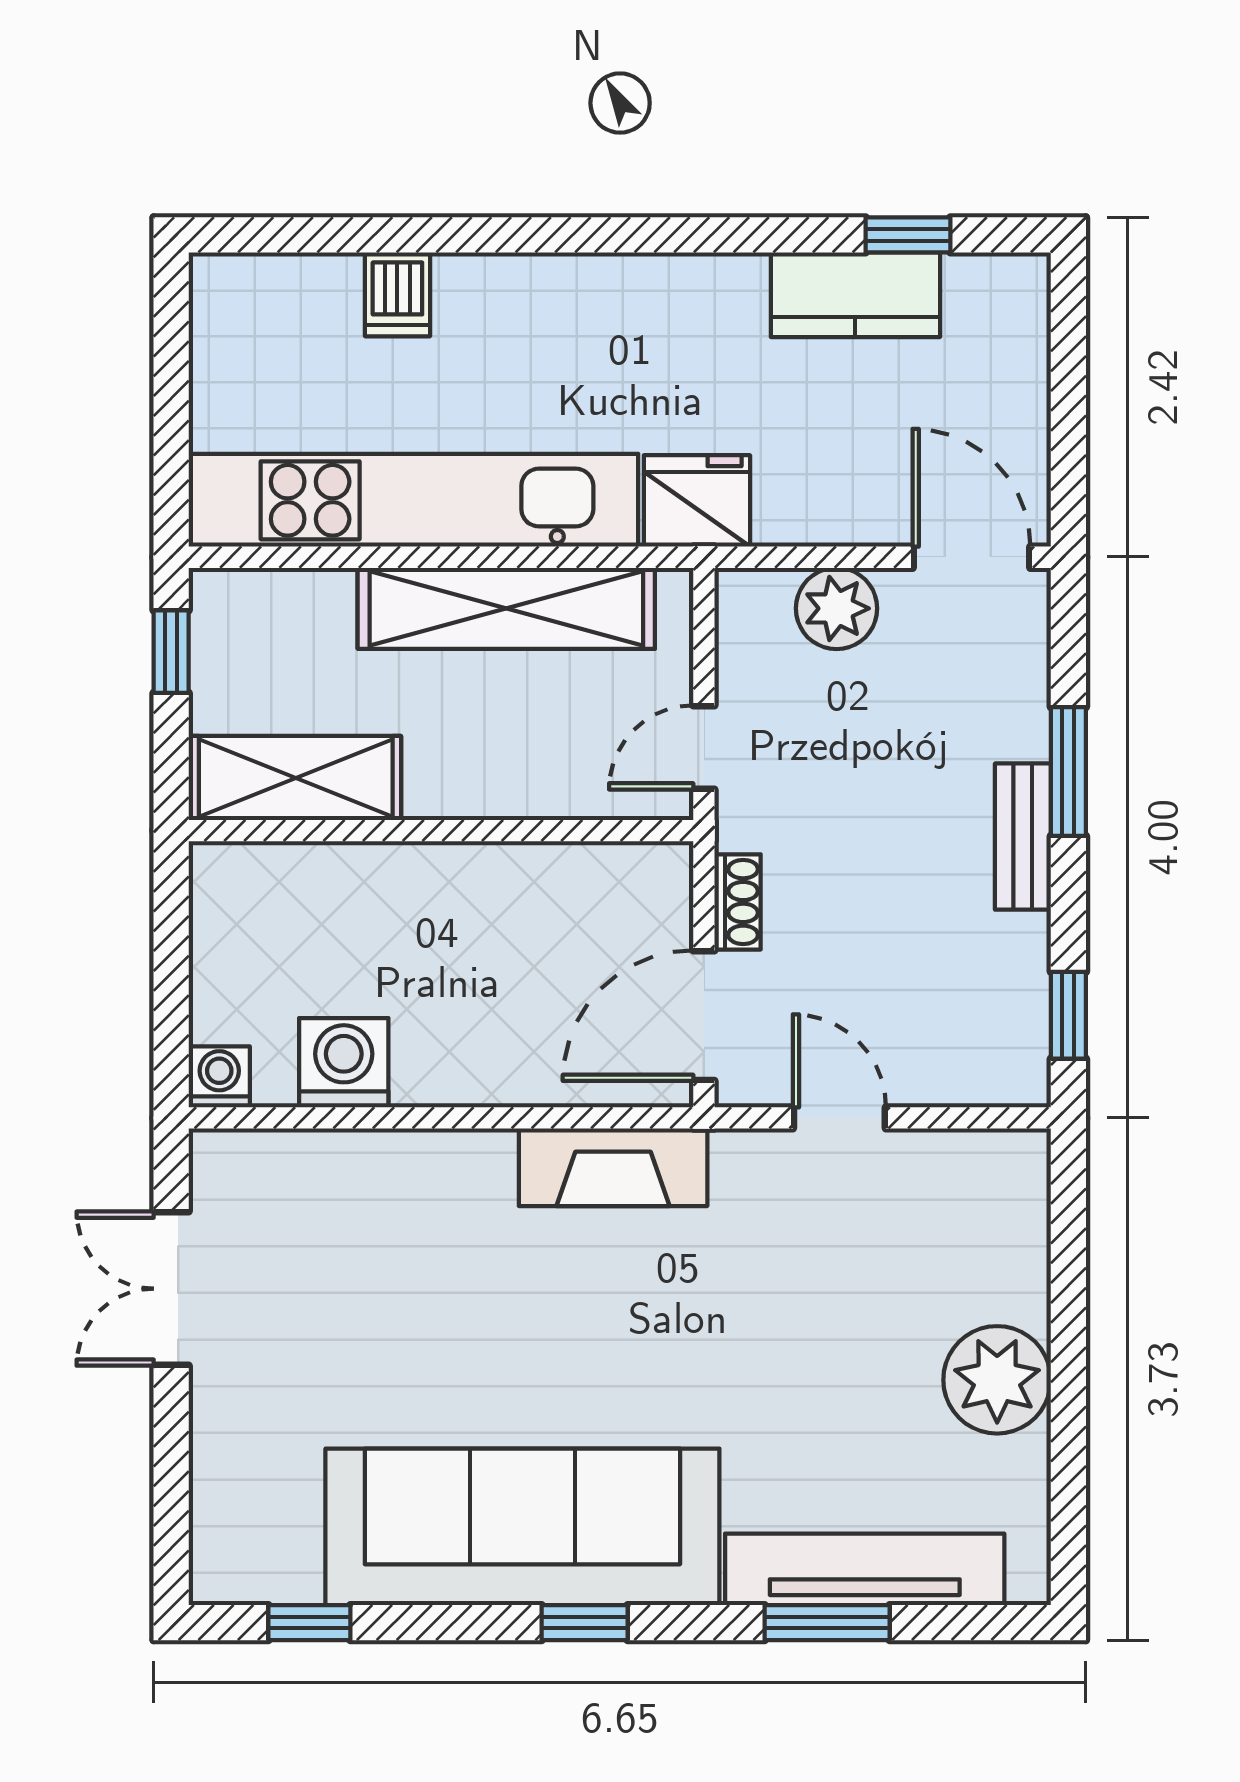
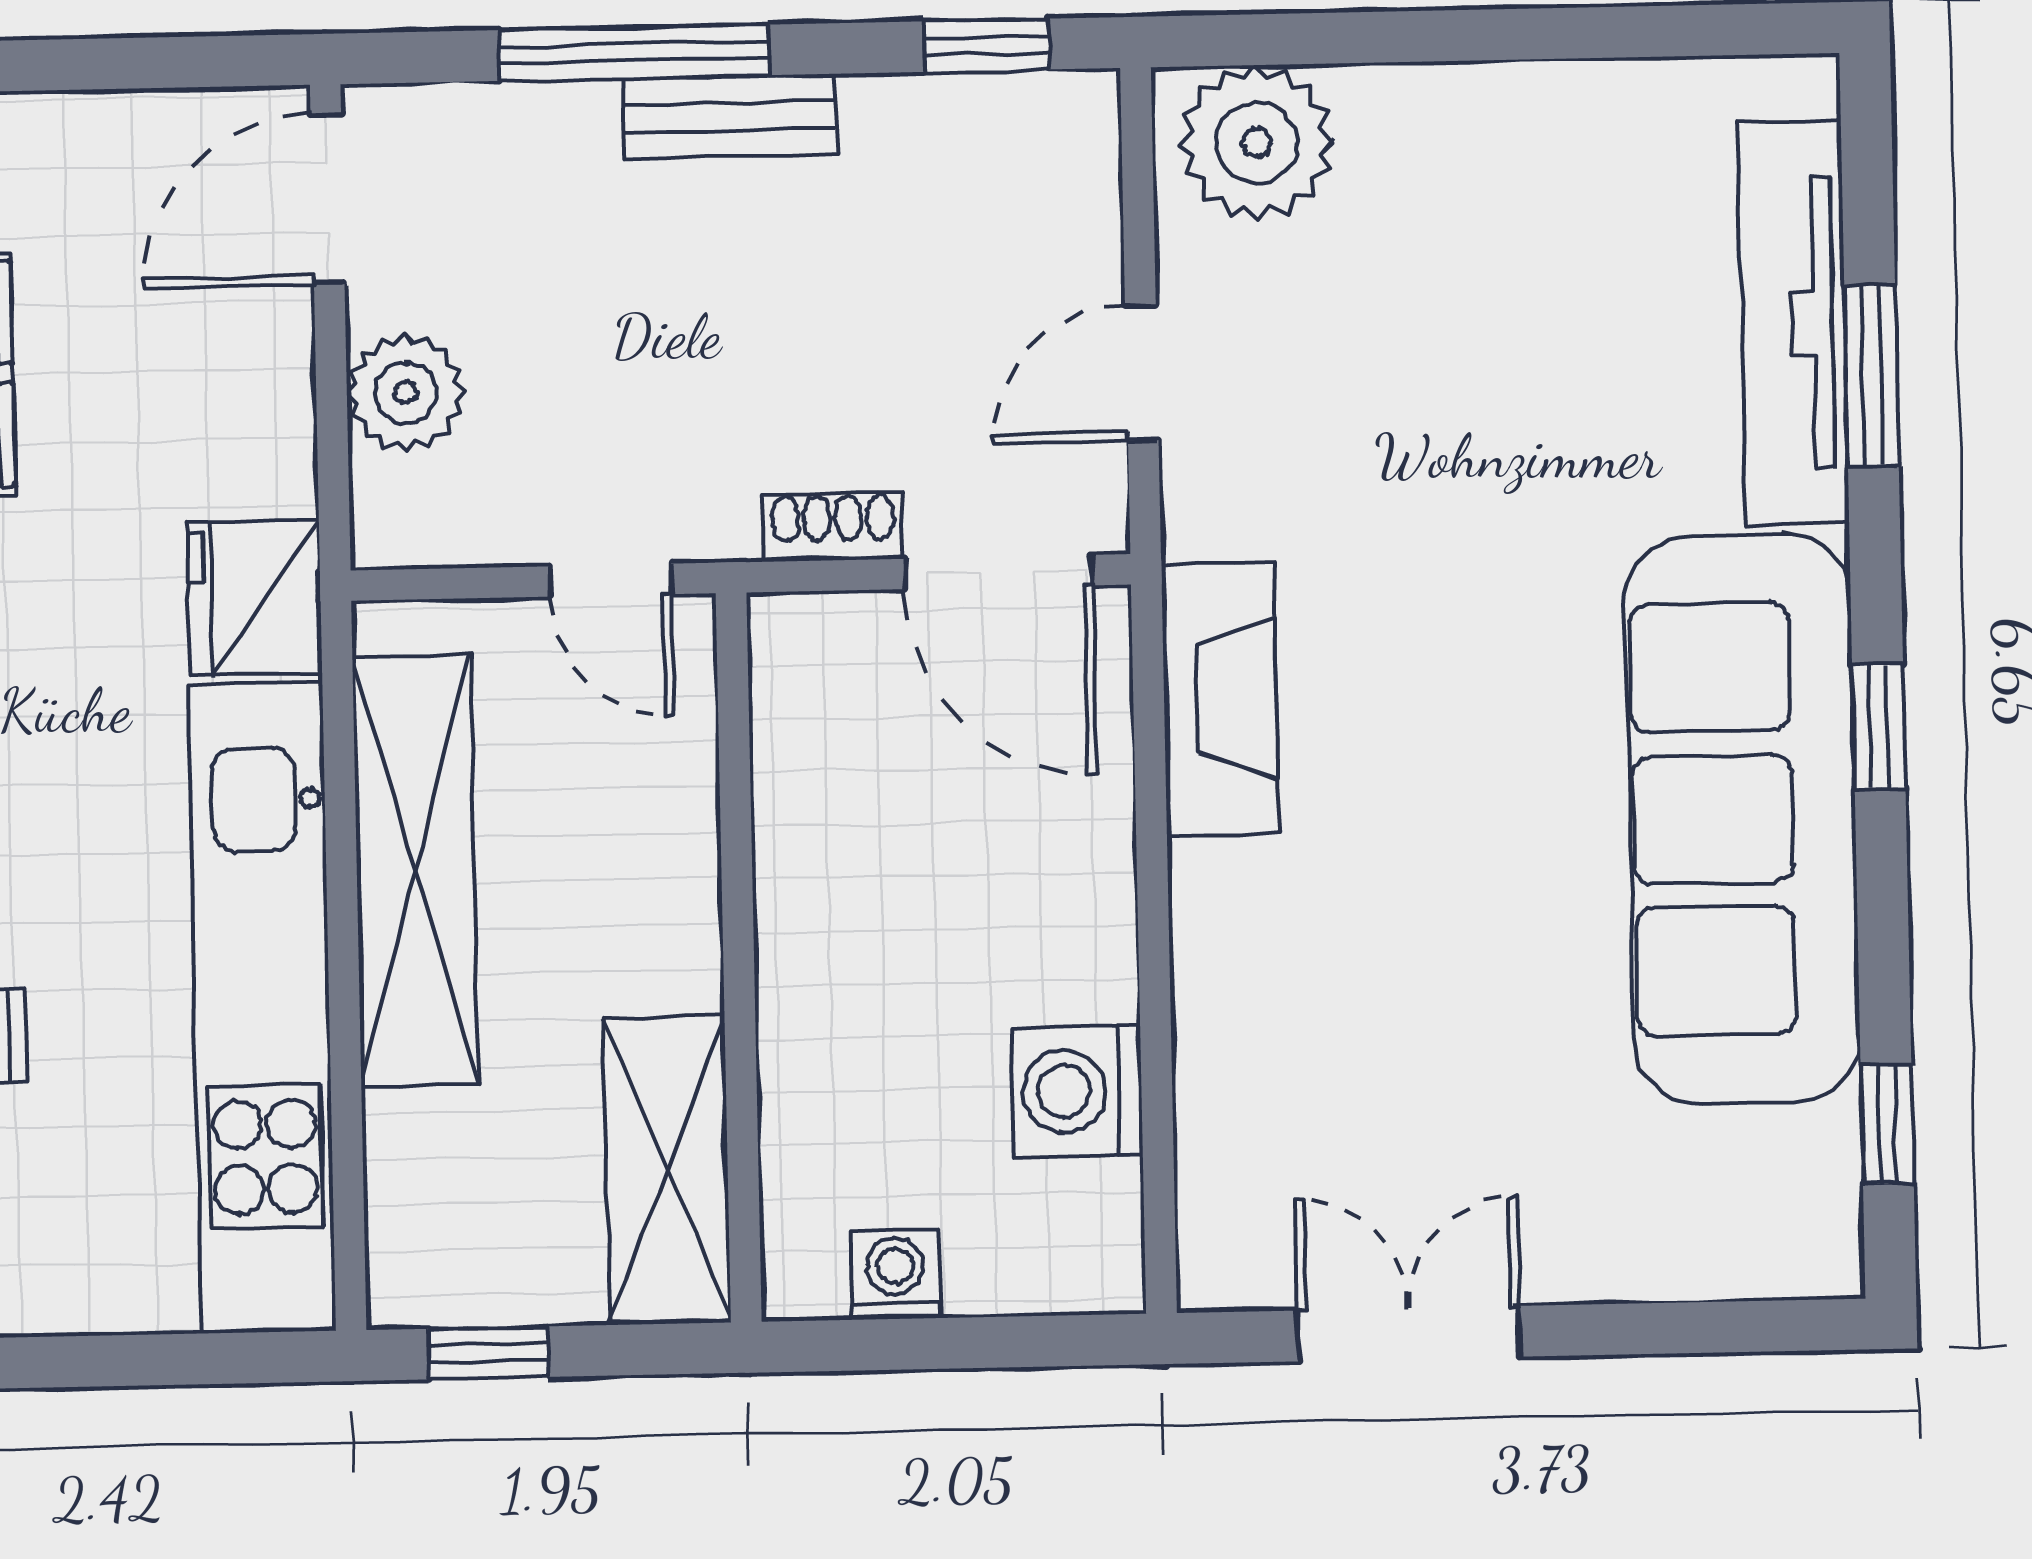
window: (1068, 771) -> (634, 53), width x1.44
washing machine: (219, 1077) -> (895, 1275), moved, turned 90
double door: (171, 1289) -> (1409, 1334), swing flipped
plant: (997, 1380) -> (1256, 143), moved

